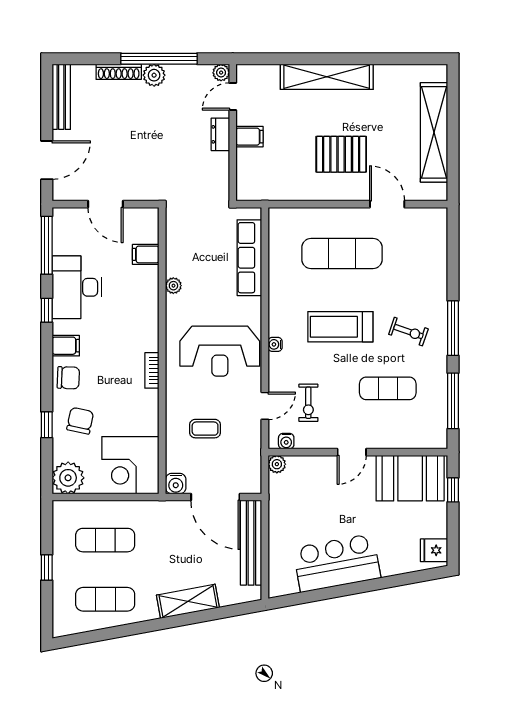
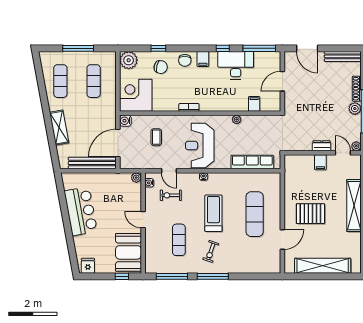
pallet: (341, 154) -> (310, 214), turned 90
window: (47, 568) -> (78, 48), width x2.17

